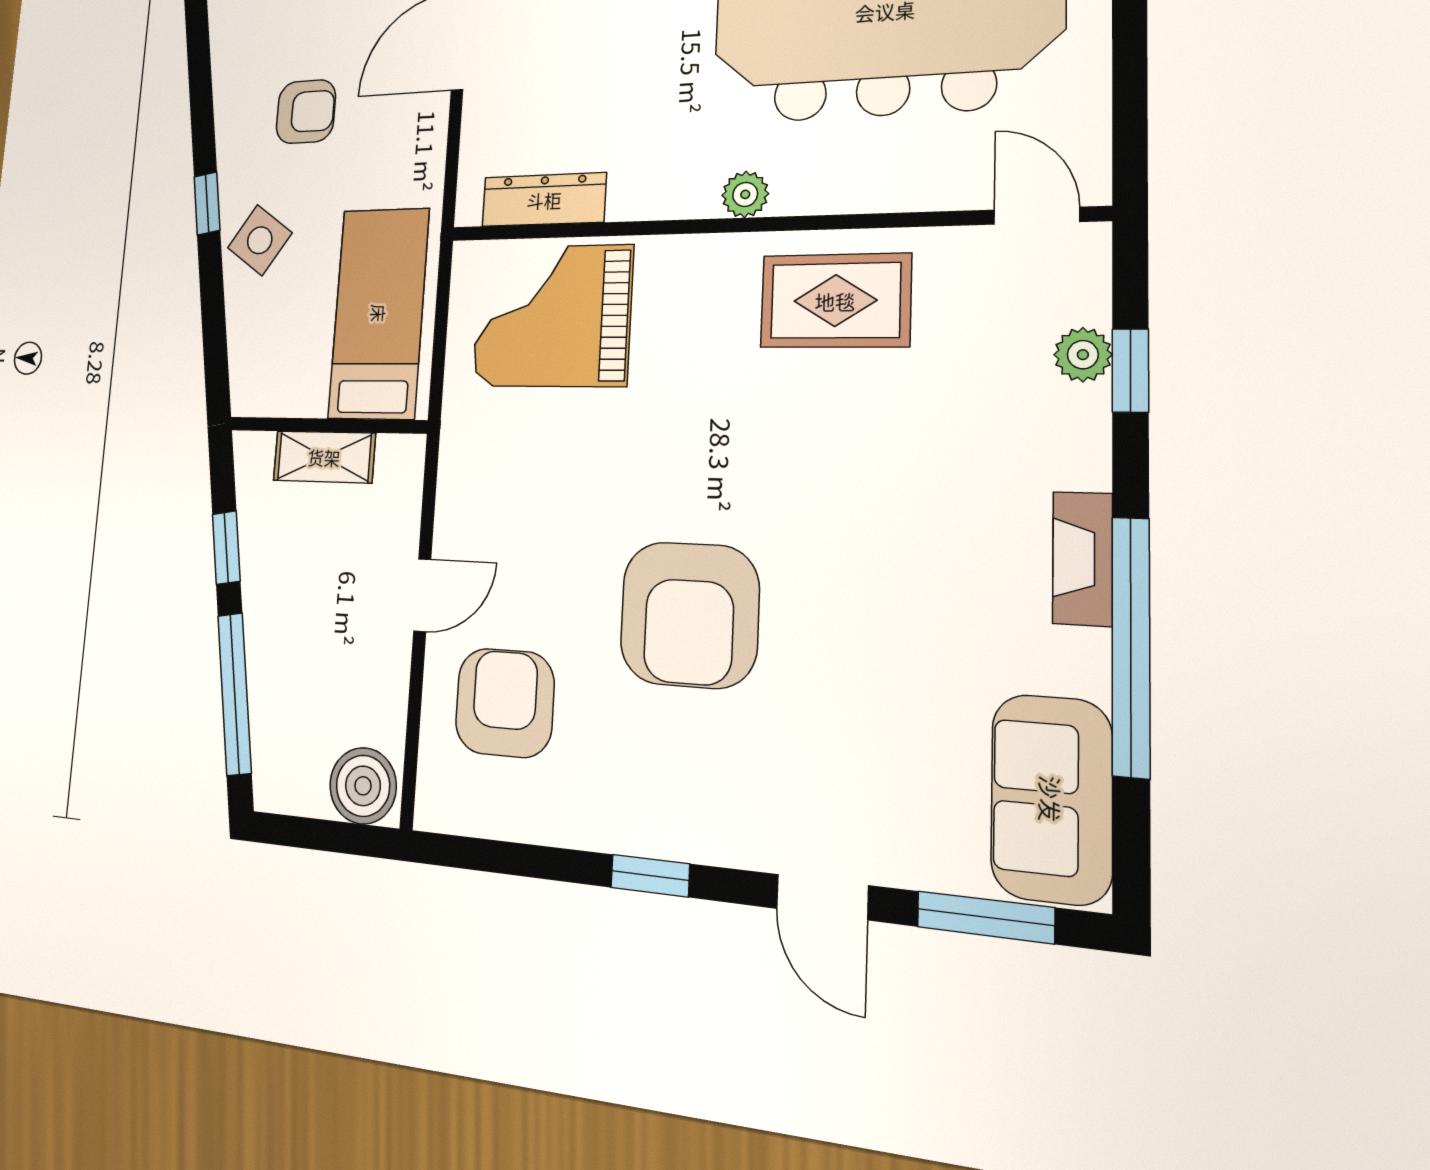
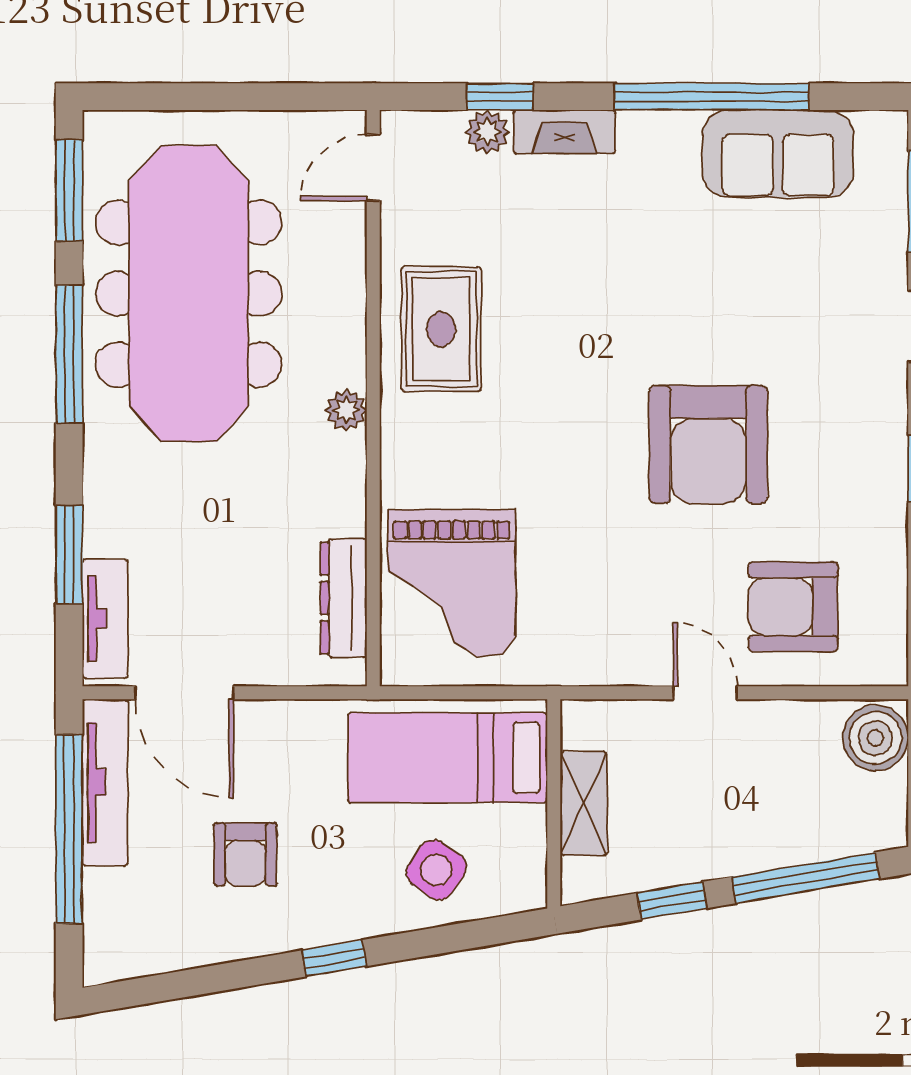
armchair: (306, 112) -> (245, 854), turned 180
side table: (260, 240) -> (436, 870), moved
fireplace: (1083, 559) -> (564, 132), moved
armchair: (689, 615) -> (708, 444), turned 90
sofa: (1051, 799) -> (778, 154), moved

